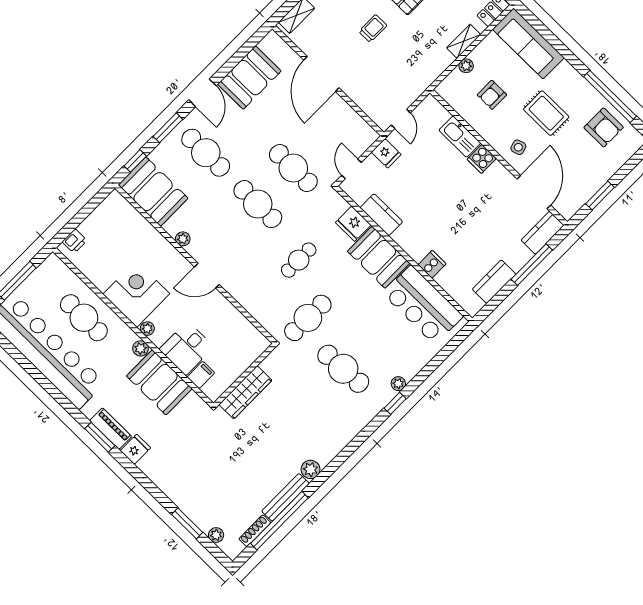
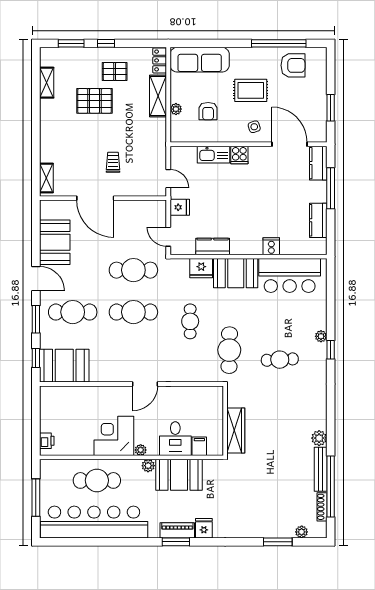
trolley: (373, 28) -> (113, 162), moved
shelving: (464, 41) -> (158, 96), width x1.50, depth x1.33
plant: (183, 239) -> (109, 376), removed
cafe table: (343, 369) -> (280, 360), width x0.73, depth x0.74

